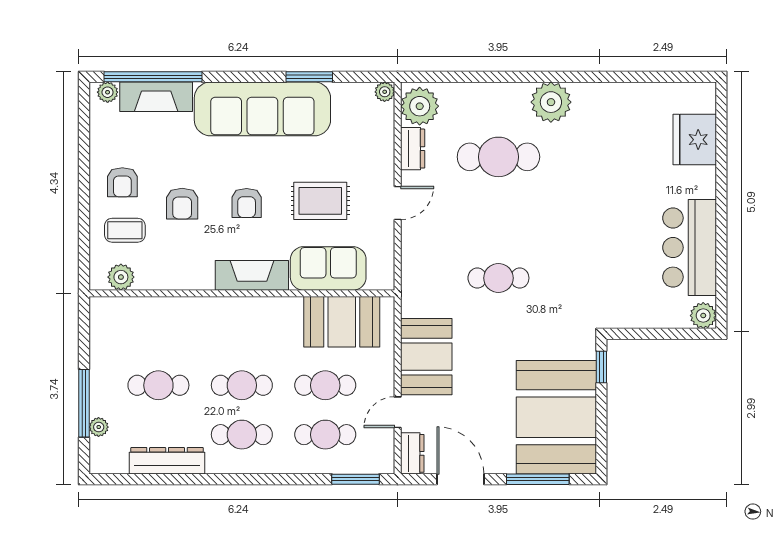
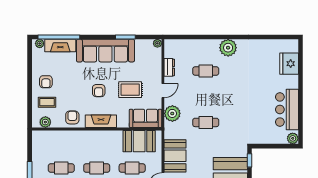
plant: (420, 106) -> (172, 113), moved
cafe table: (498, 157) -> (206, 71), width x0.73, depth x0.74
armchair: (182, 204) -> (72, 117), moved, turned 180
sofa: (328, 268) -> (146, 118), moved

